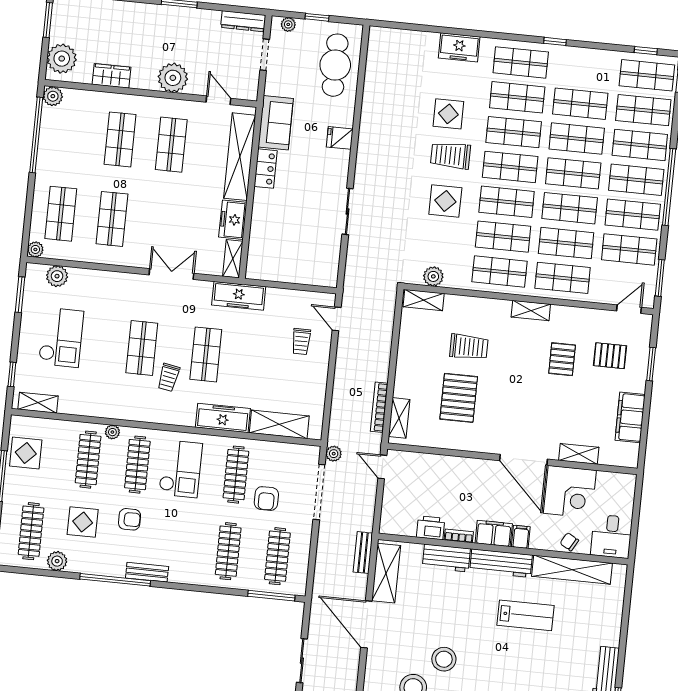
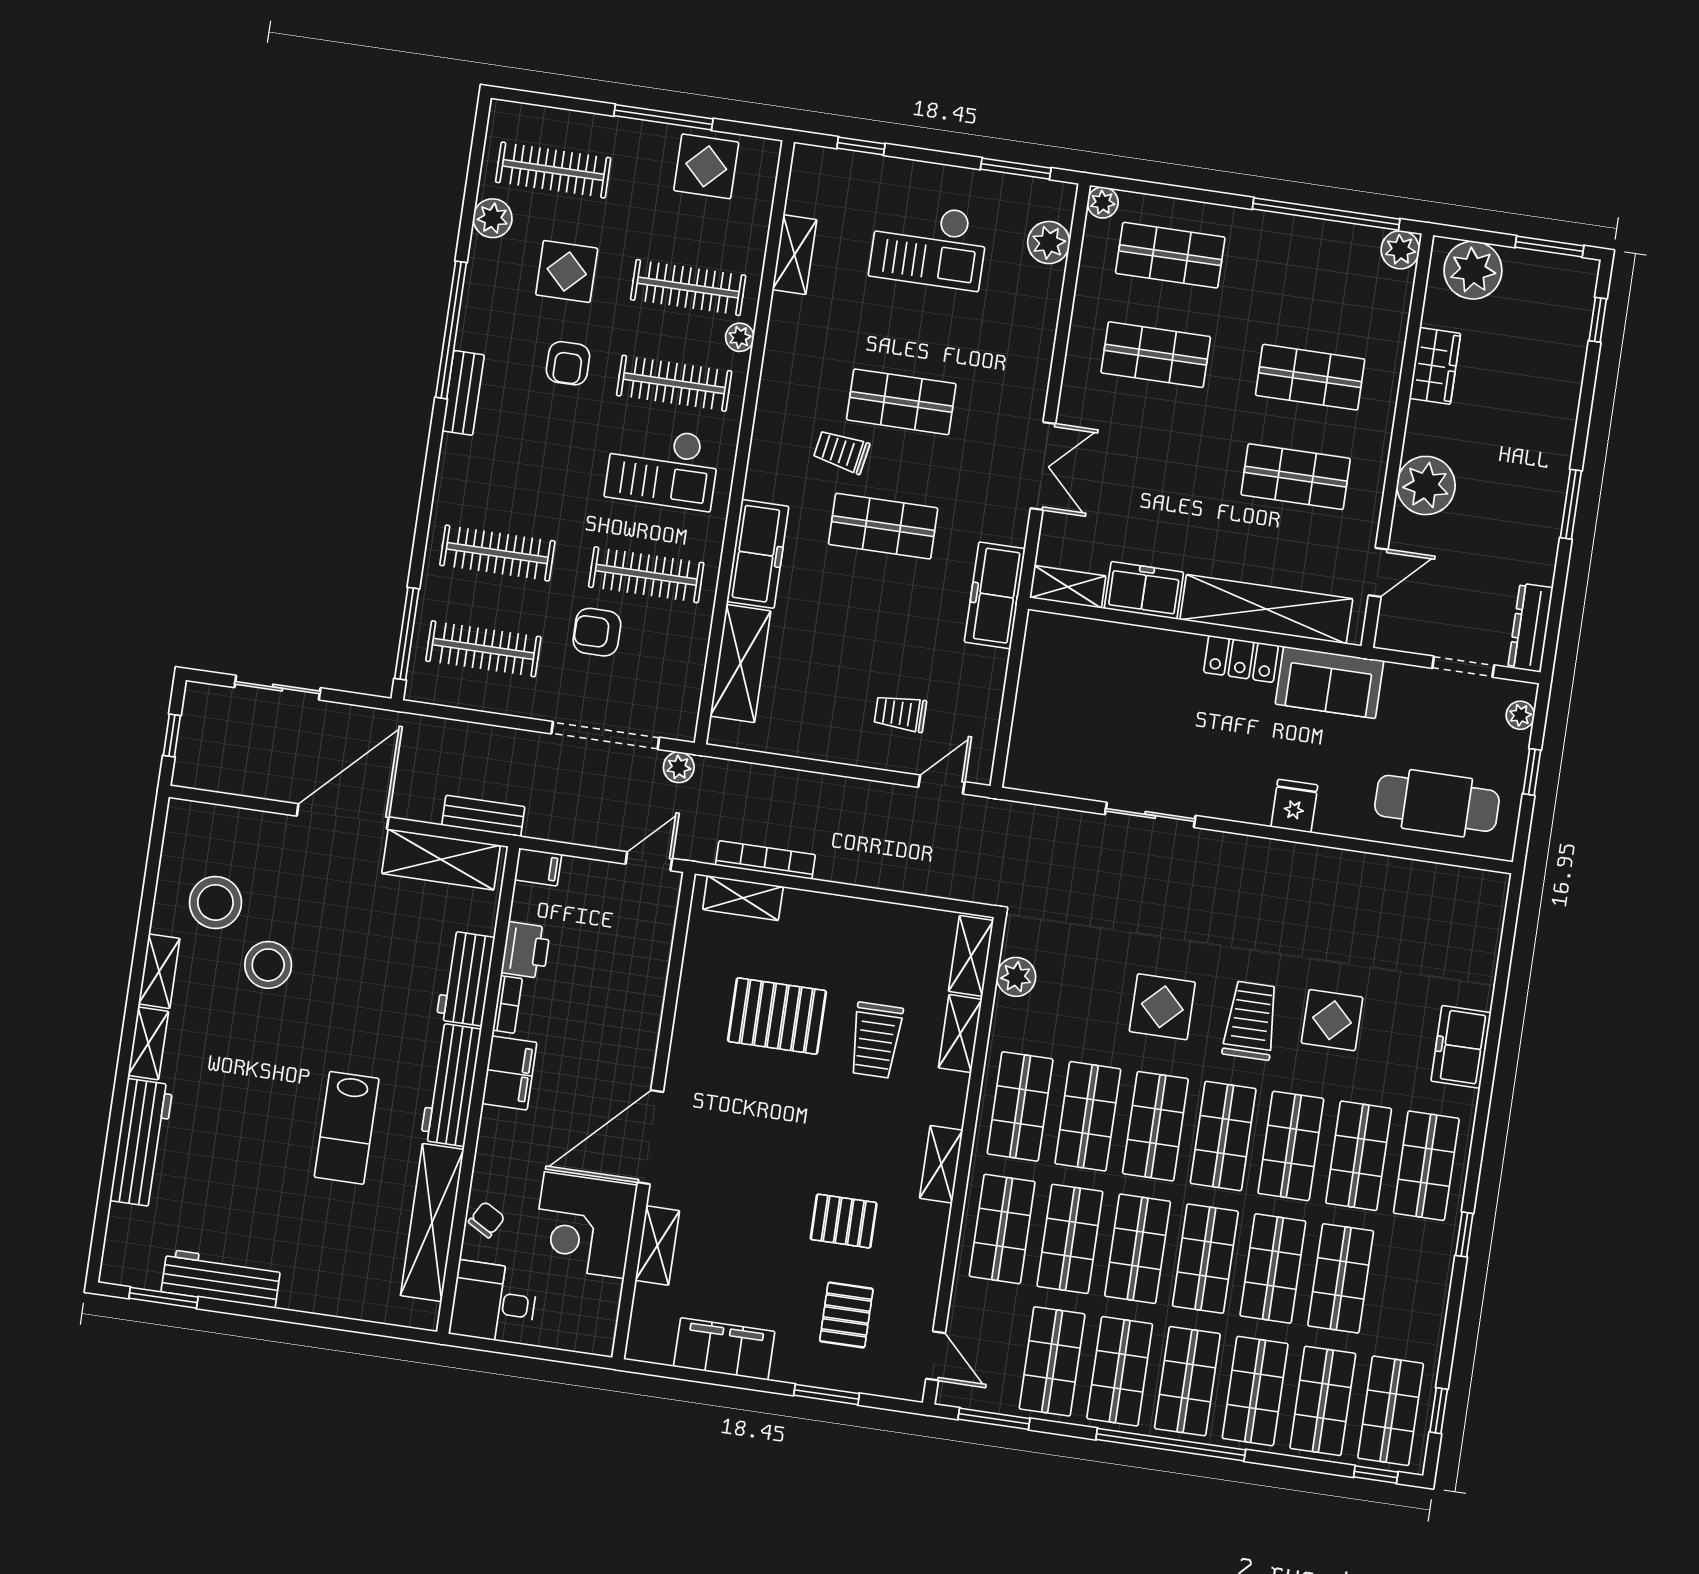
shelving: (464, 304) -> (960, 1034), added
shelving: (38, 403) -> (795, 255), moved
filing cabinet: (521, 537) -> (538, 867), moved

